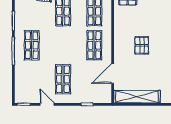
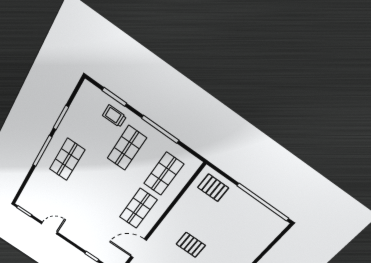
pallet: (142, 45) -> (191, 245), turned 90
shop shelf: (63, 79) -> (81, 217), removed
door: (47, 104) -> (49, 228), hinge flipped

